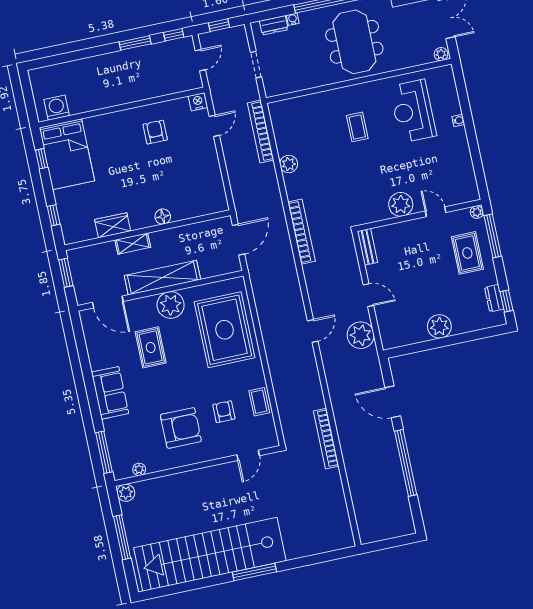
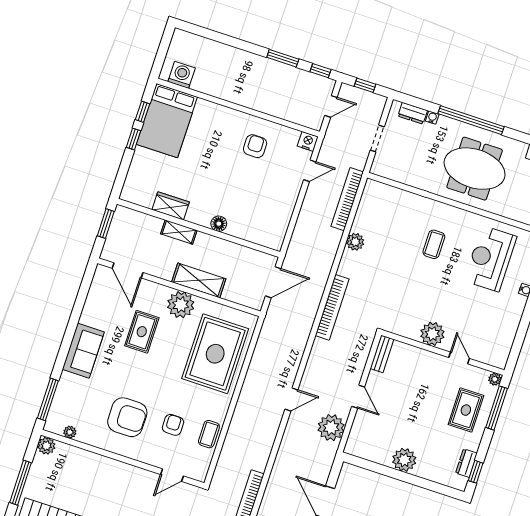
meeting table: (354, 42) -> (475, 169), turned 90
window: (54, 215) -> (134, 139), moved
shelving: (162, 278) -> (199, 280), width x0.68

